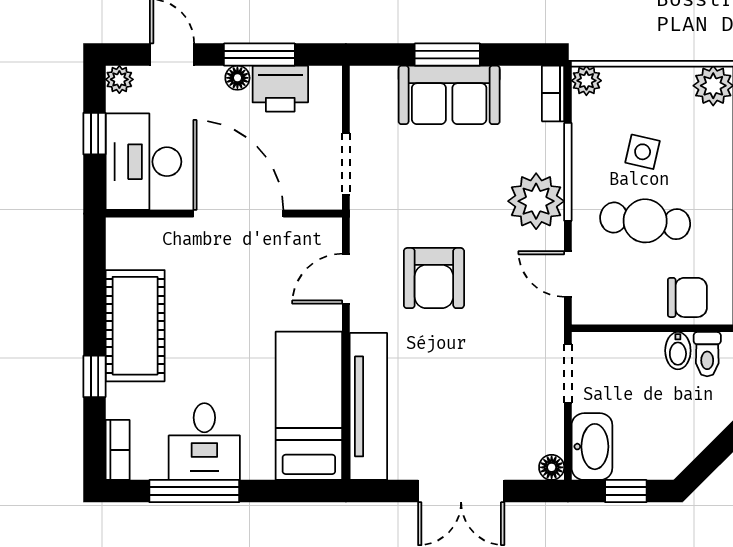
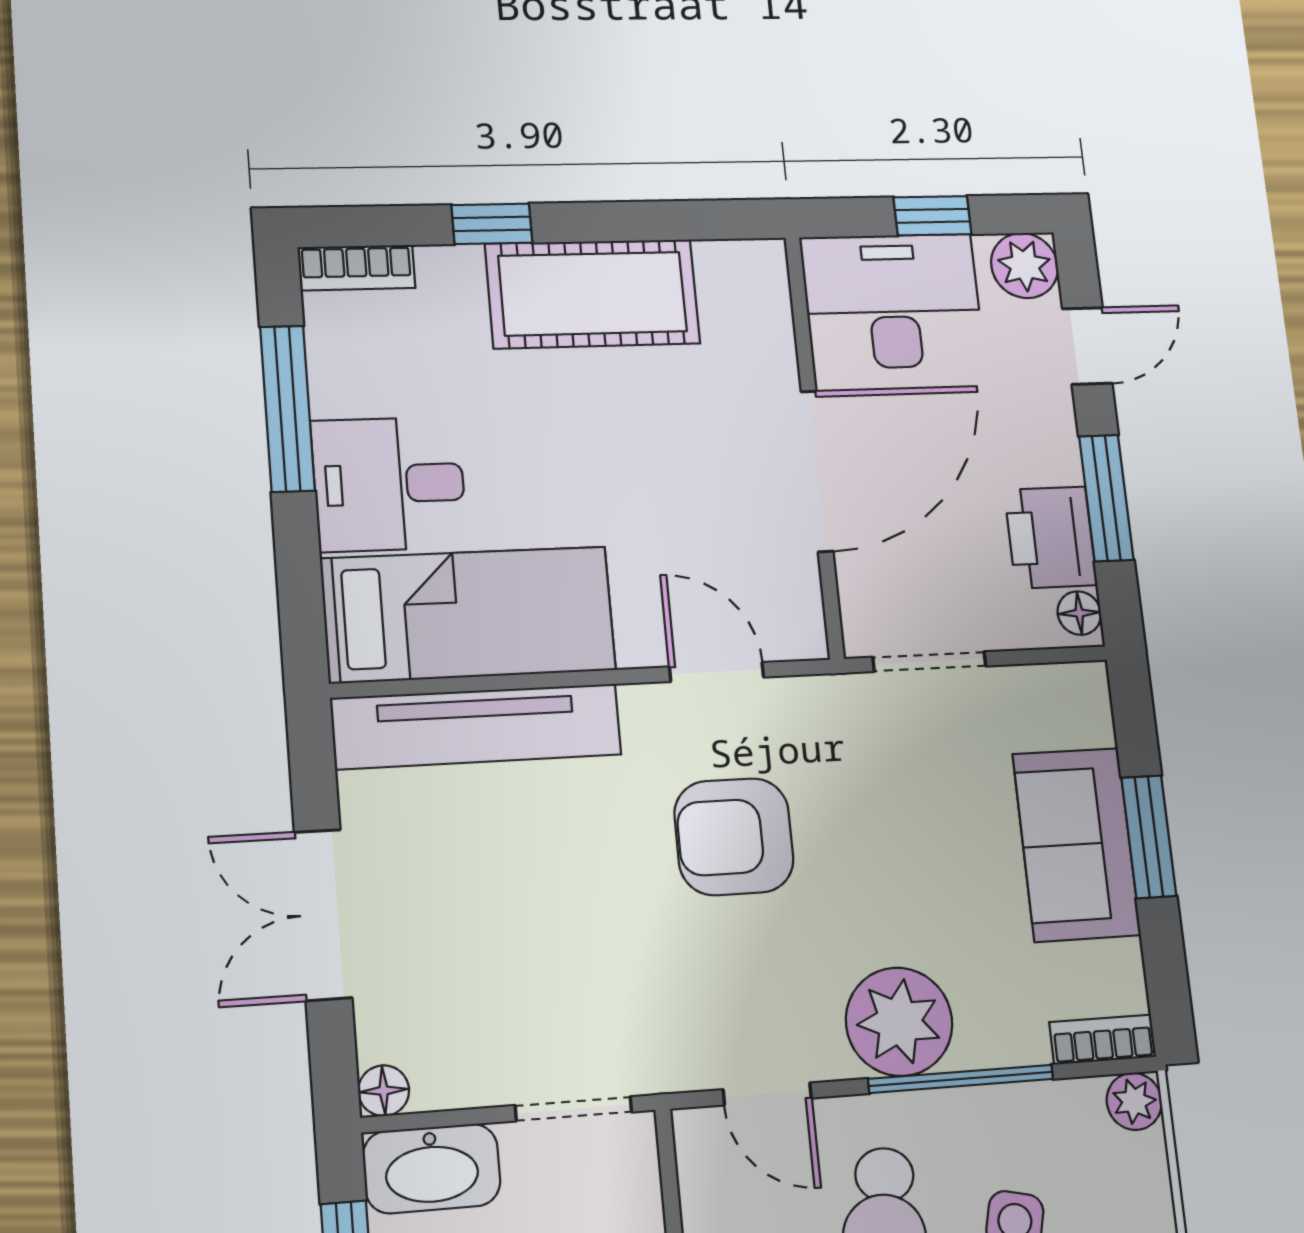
floor lamp: (237, 78) -> (1079, 613), moved
plant: (119, 79) -> (1025, 265), width x1.38, depth x1.38
door: (568, 274) -> (767, 1094), swing flipped
desk: (204, 442) -> (389, 484), moved

